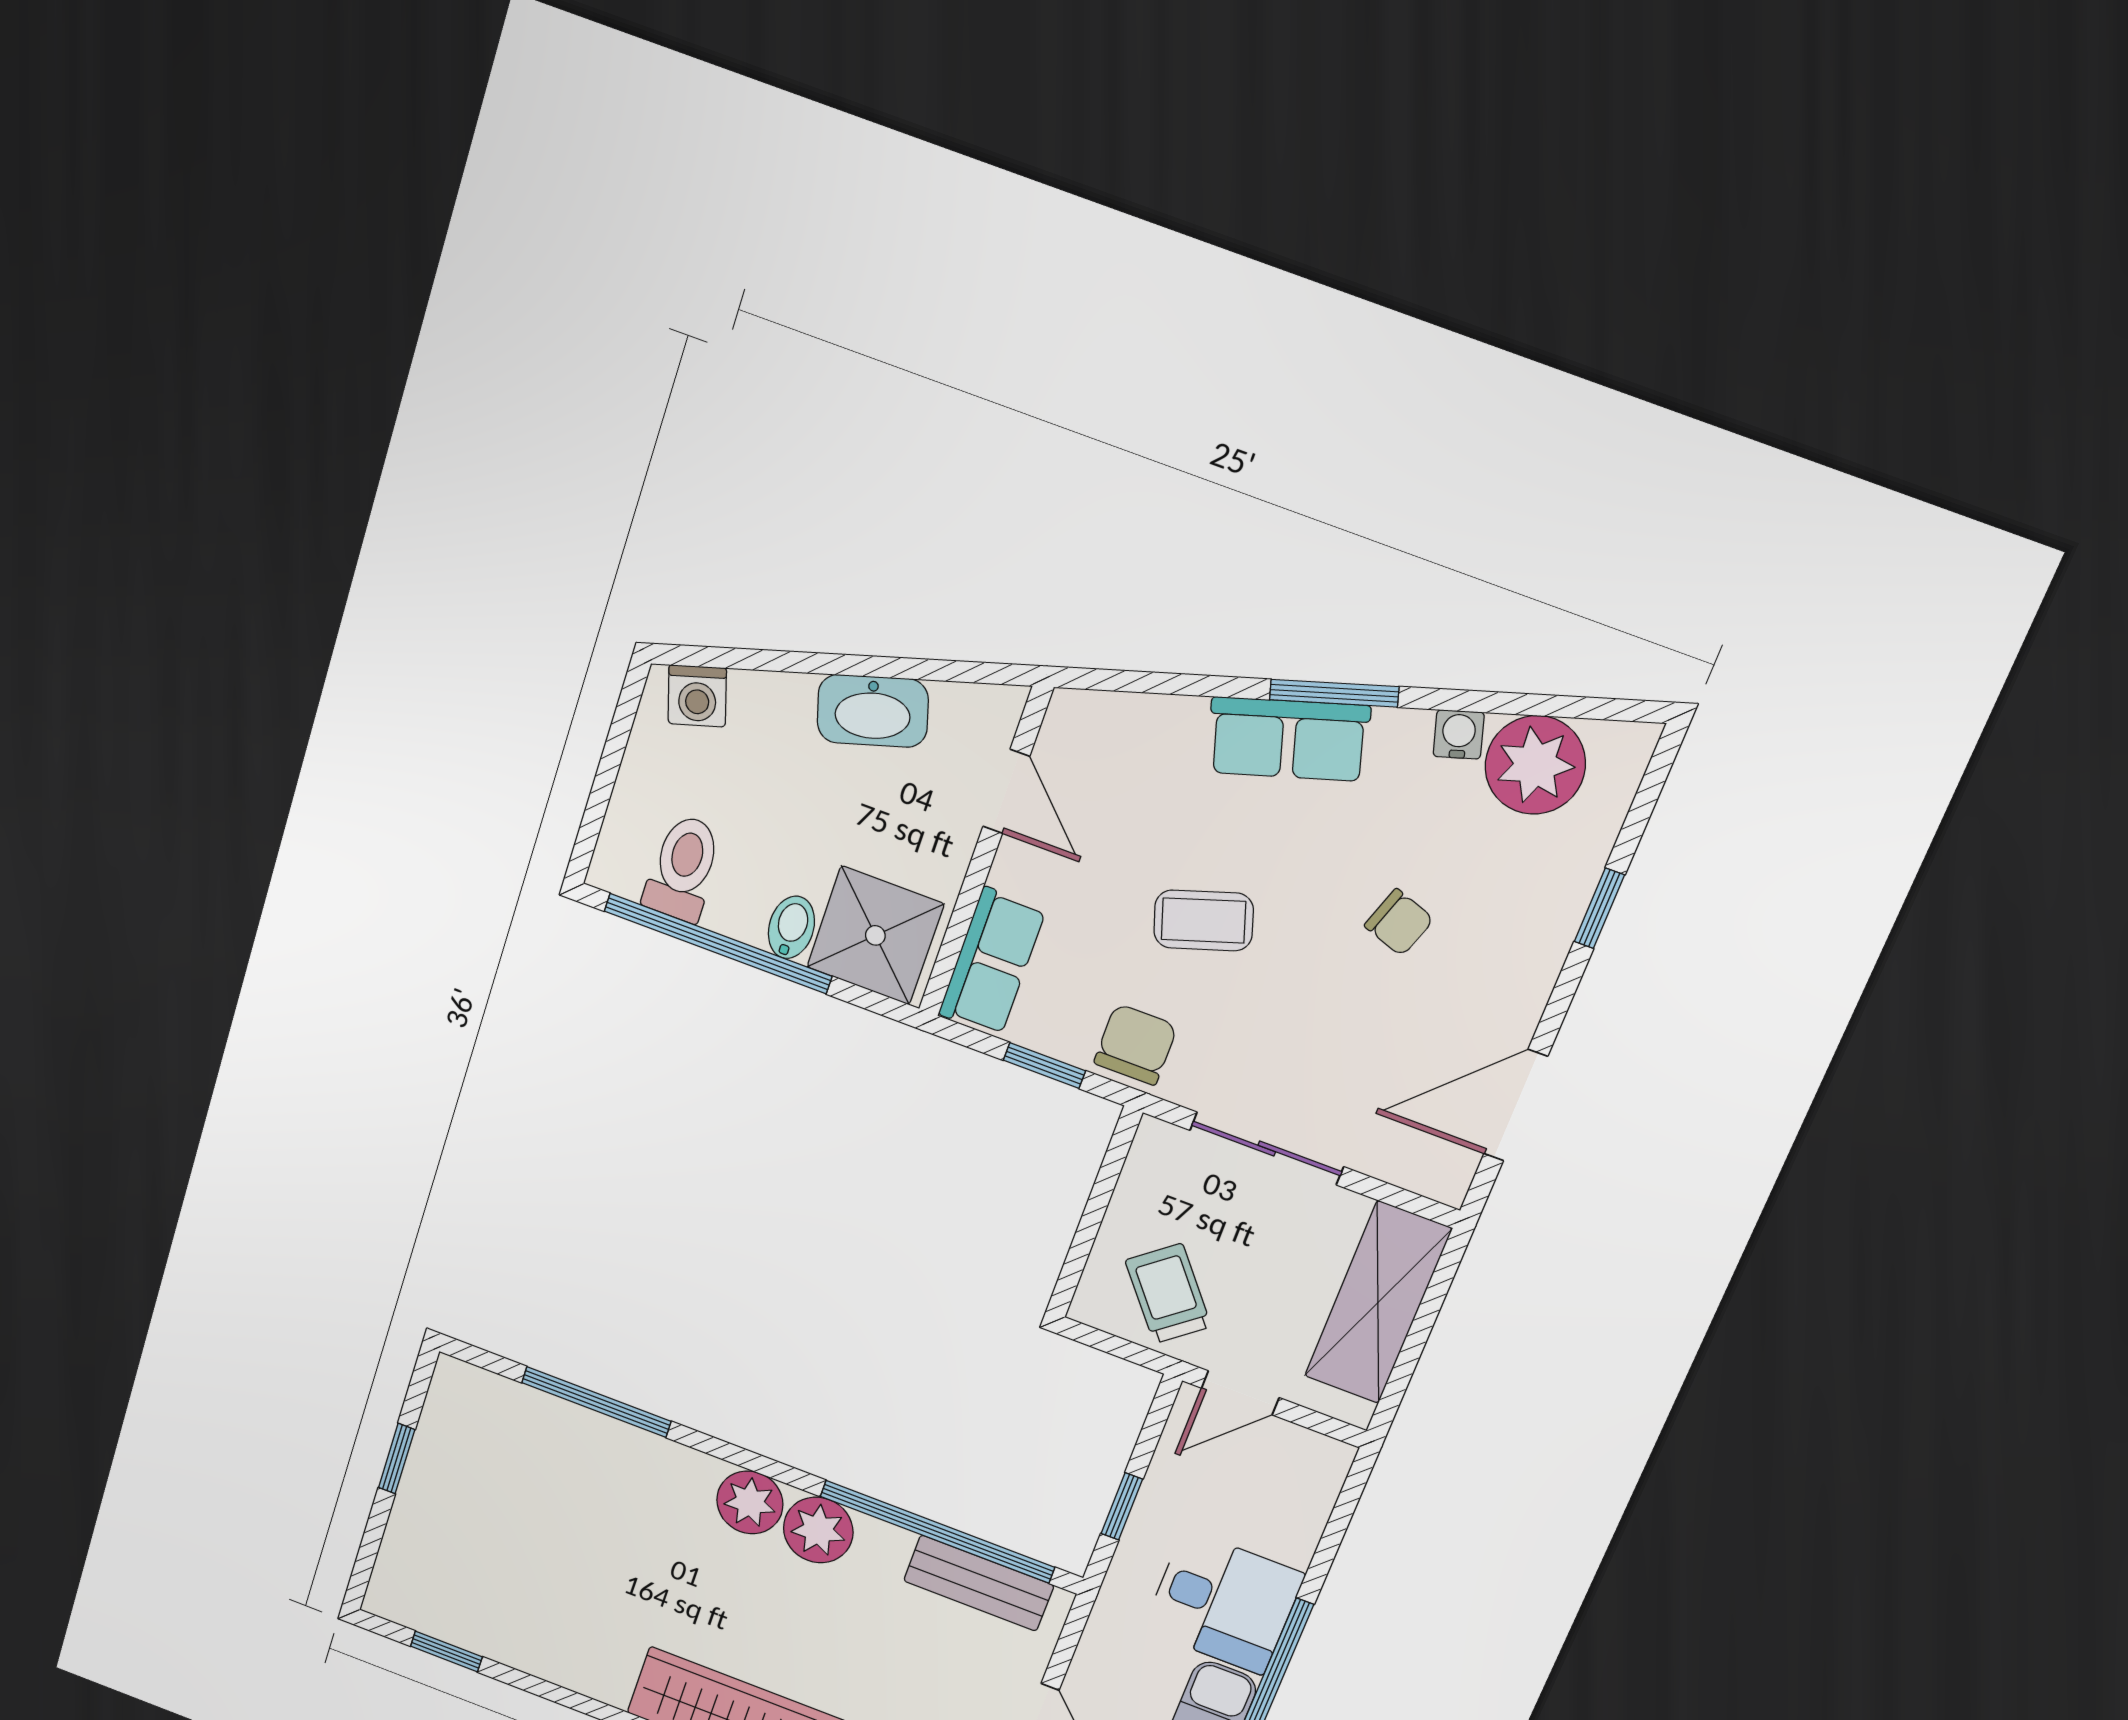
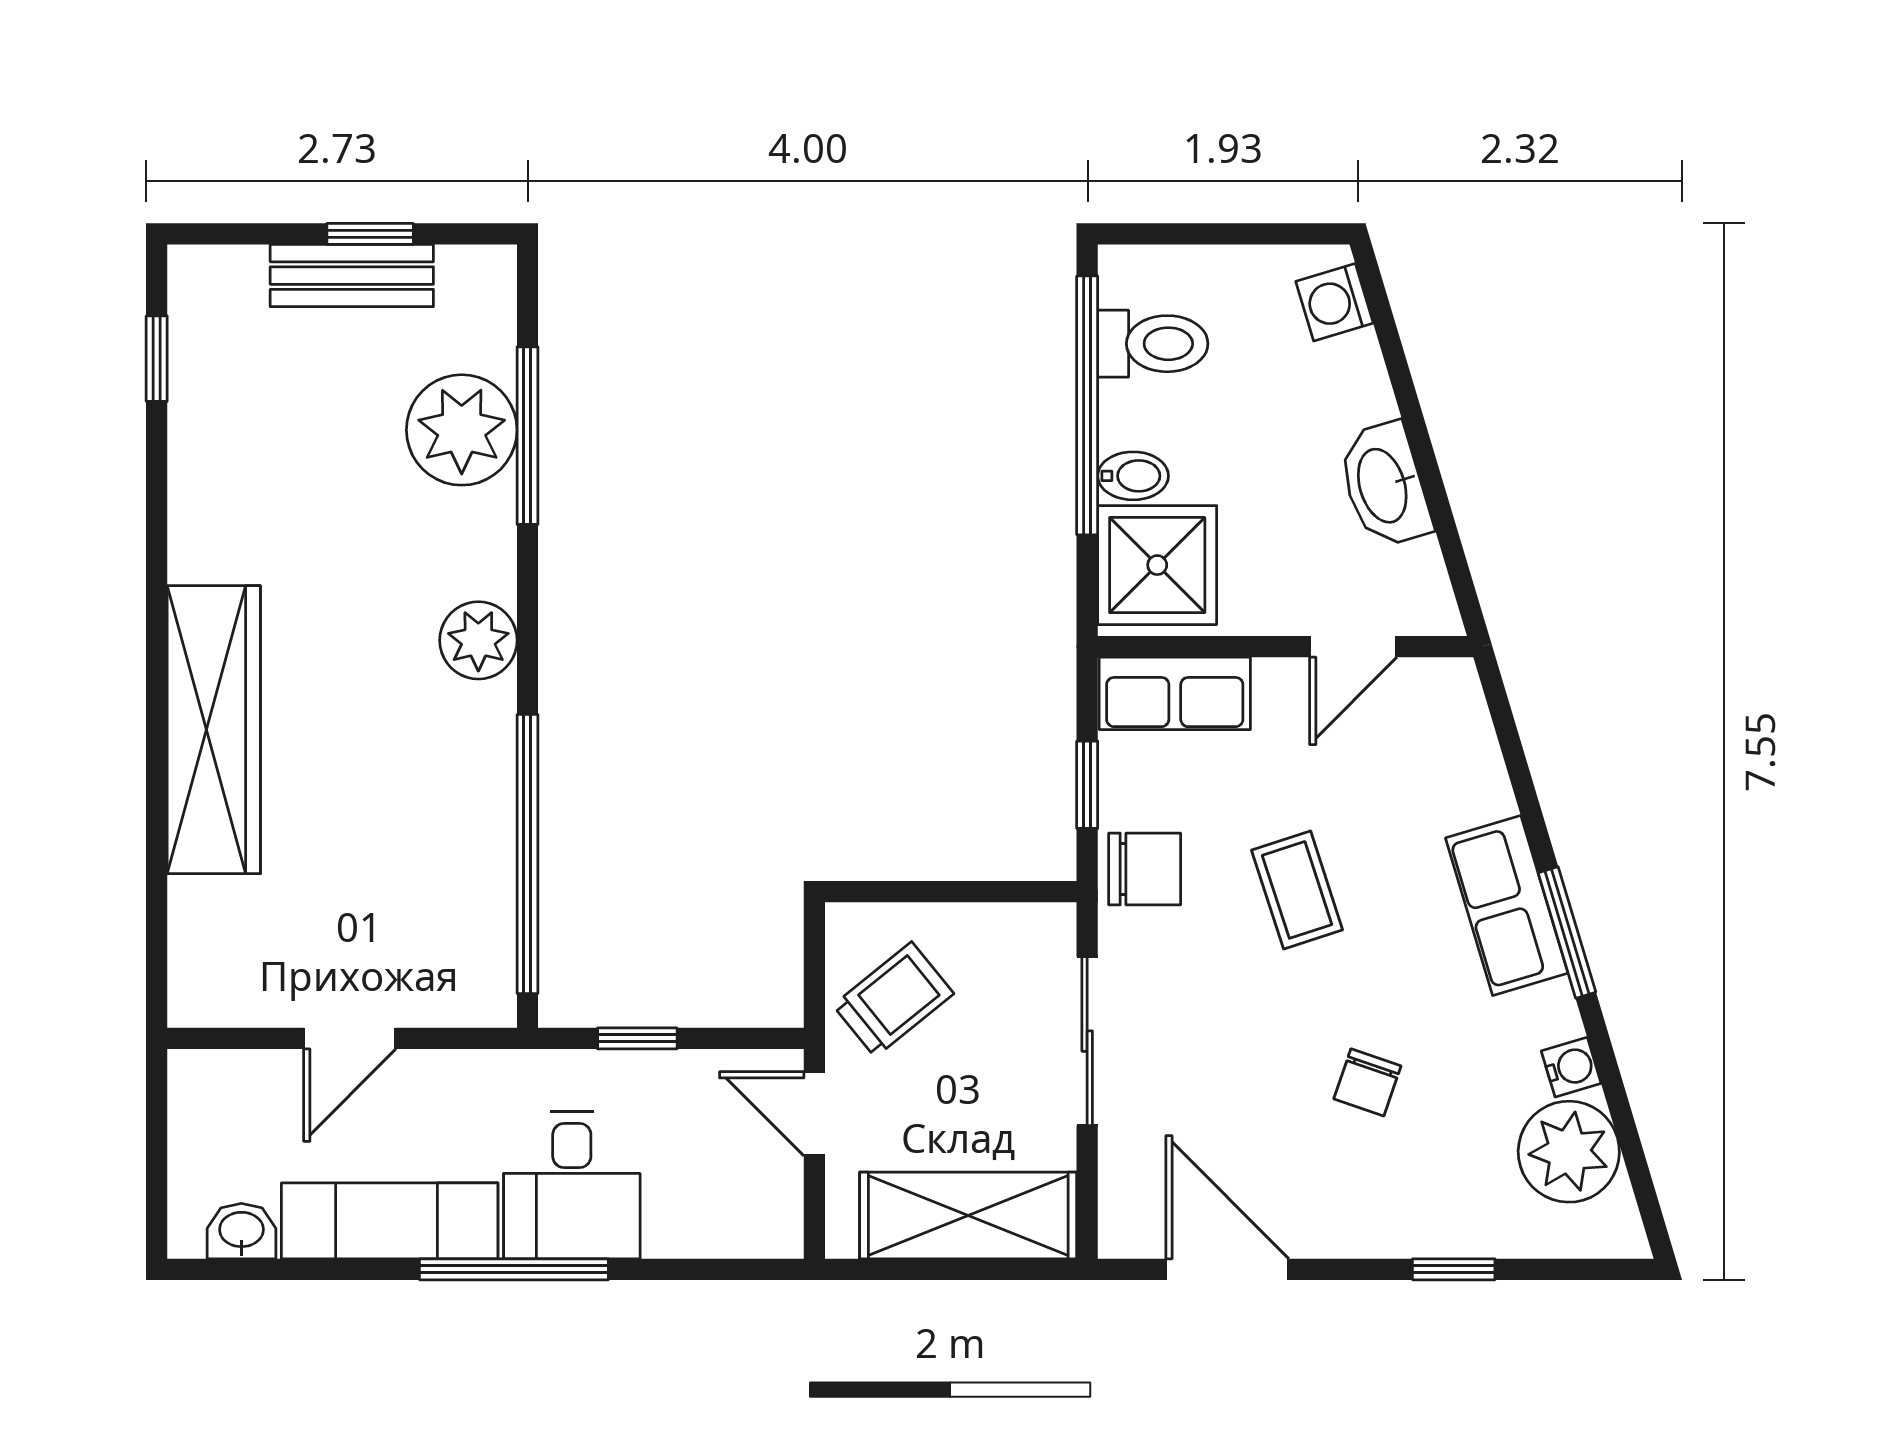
plant: (818, 1530) -> (462, 430), moved, width x1.36, depth x1.36
bench: (979, 1583) -> (352, 276), moved, turned 90

